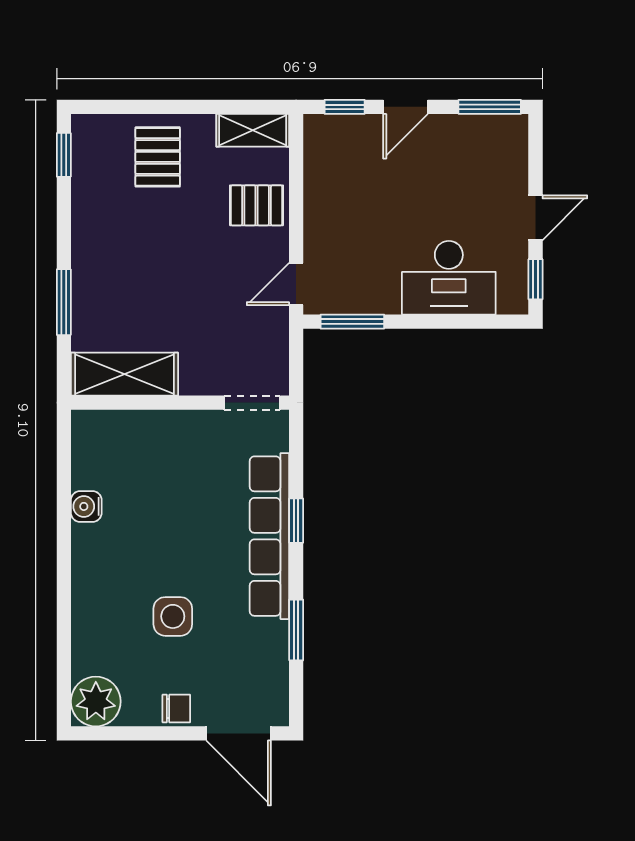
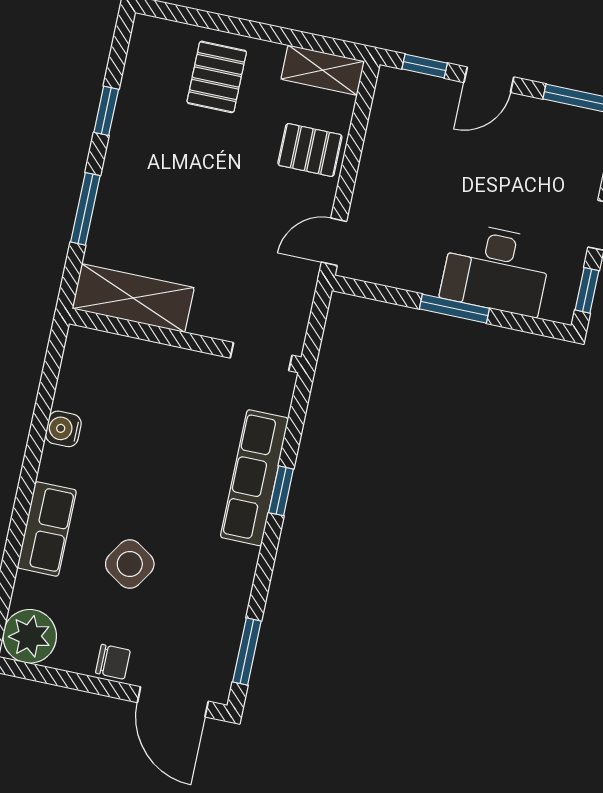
window: (64, 155) -> (106, 111), moved
window: (352, 322) -> (454, 309), moved
row of seats: (269, 536) -> (254, 478), width x0.73
row of seats: (91, 601) -> (47, 529), added
side table: (173, 616) -> (130, 564), turned 33
window: (296, 630) -> (247, 651), moved

